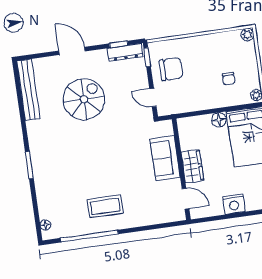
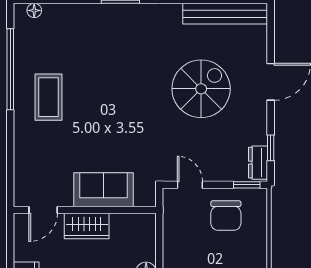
dresser: (125, 52) -> (258, 163), width x0.70
door: (153, 98) -> (190, 185), hinge flipped
spiral stairs: (84, 99) -> (201, 89), turned -90

